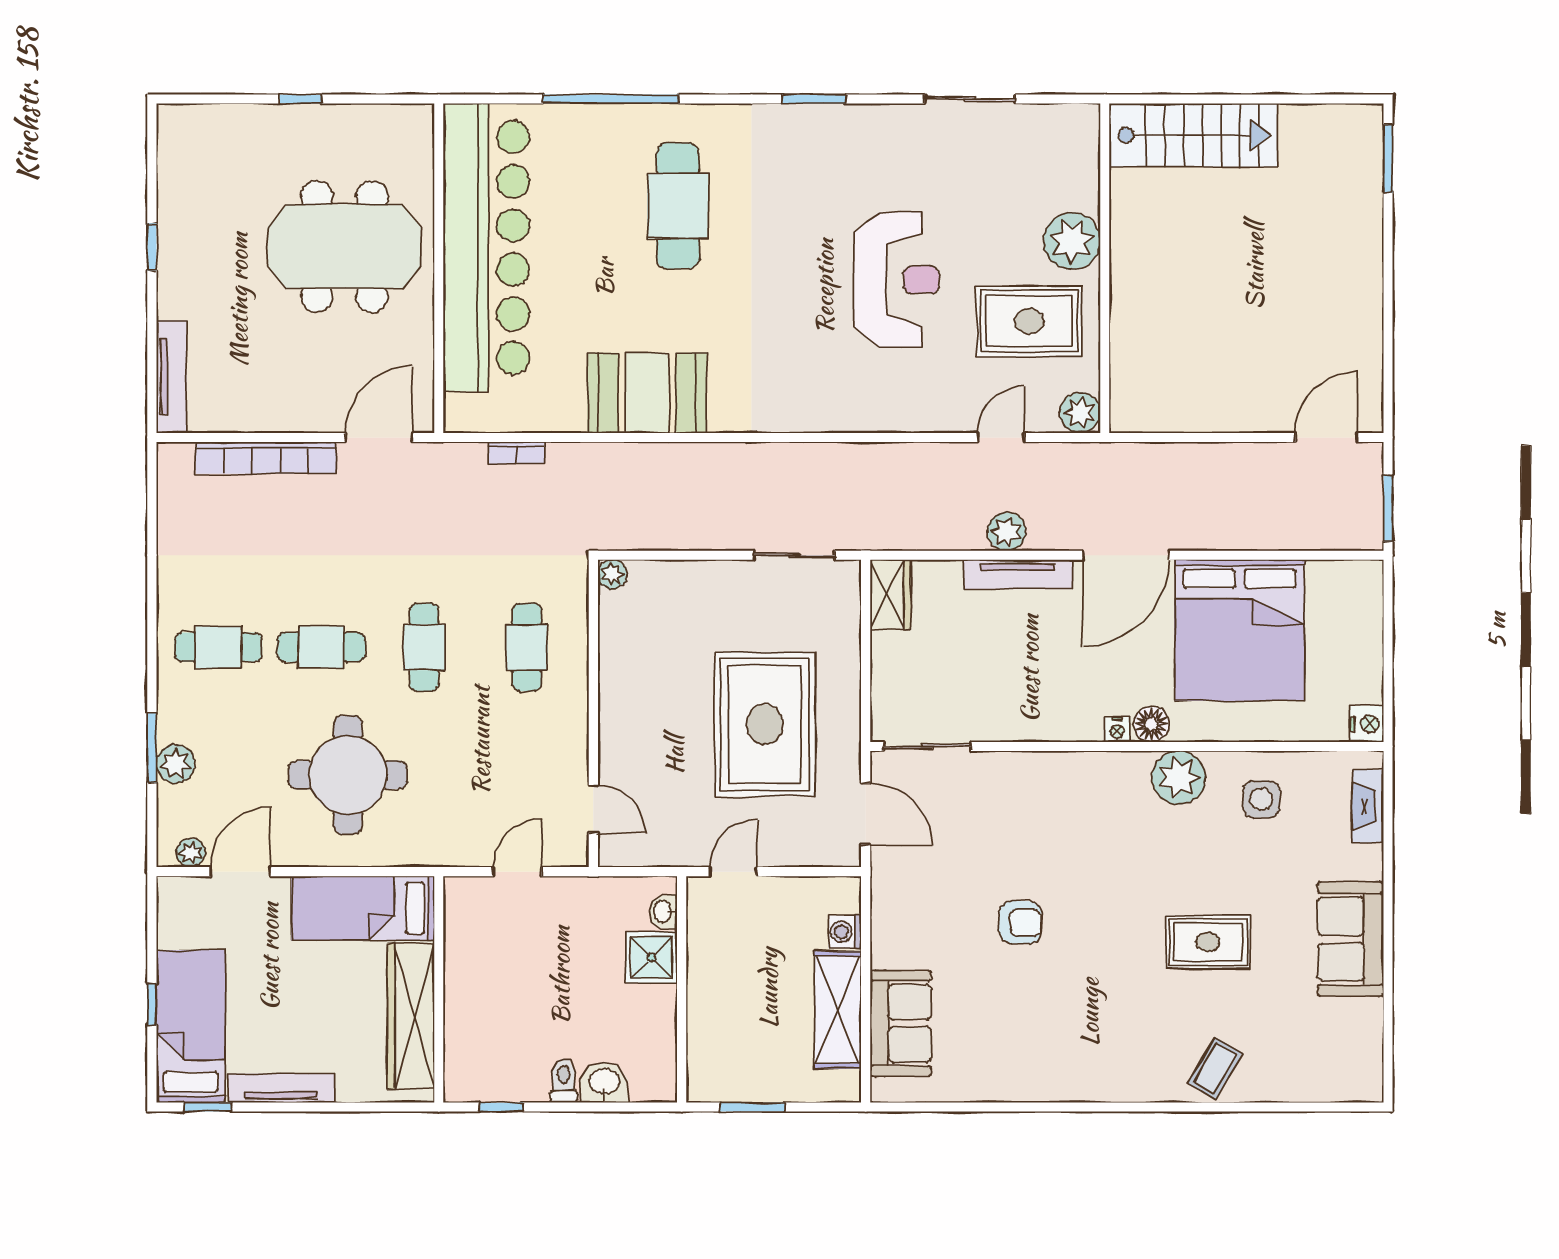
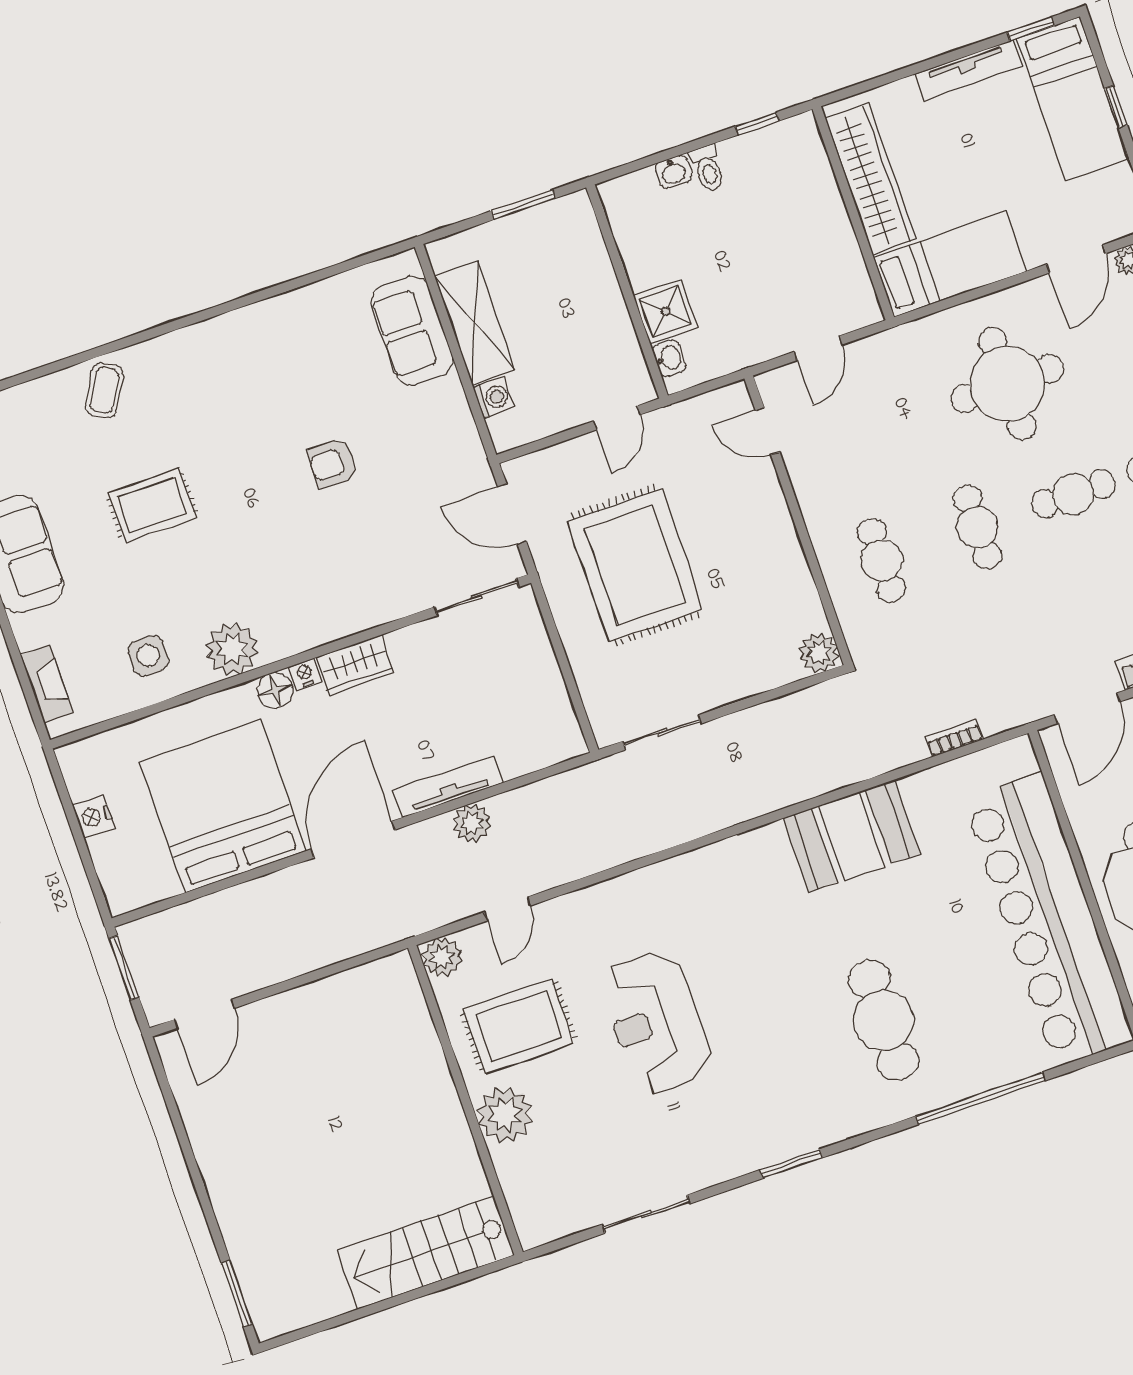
plant: (612, 574) -> (819, 653), width x1.38, depth x1.38
wardrobe: (890, 595) -> (355, 665), moved, turned -90
nightstand: (1367, 724) -> (94, 816), moved
washbasin: (604, 1082) -> (673, 172), width x0.72, depth x0.69

